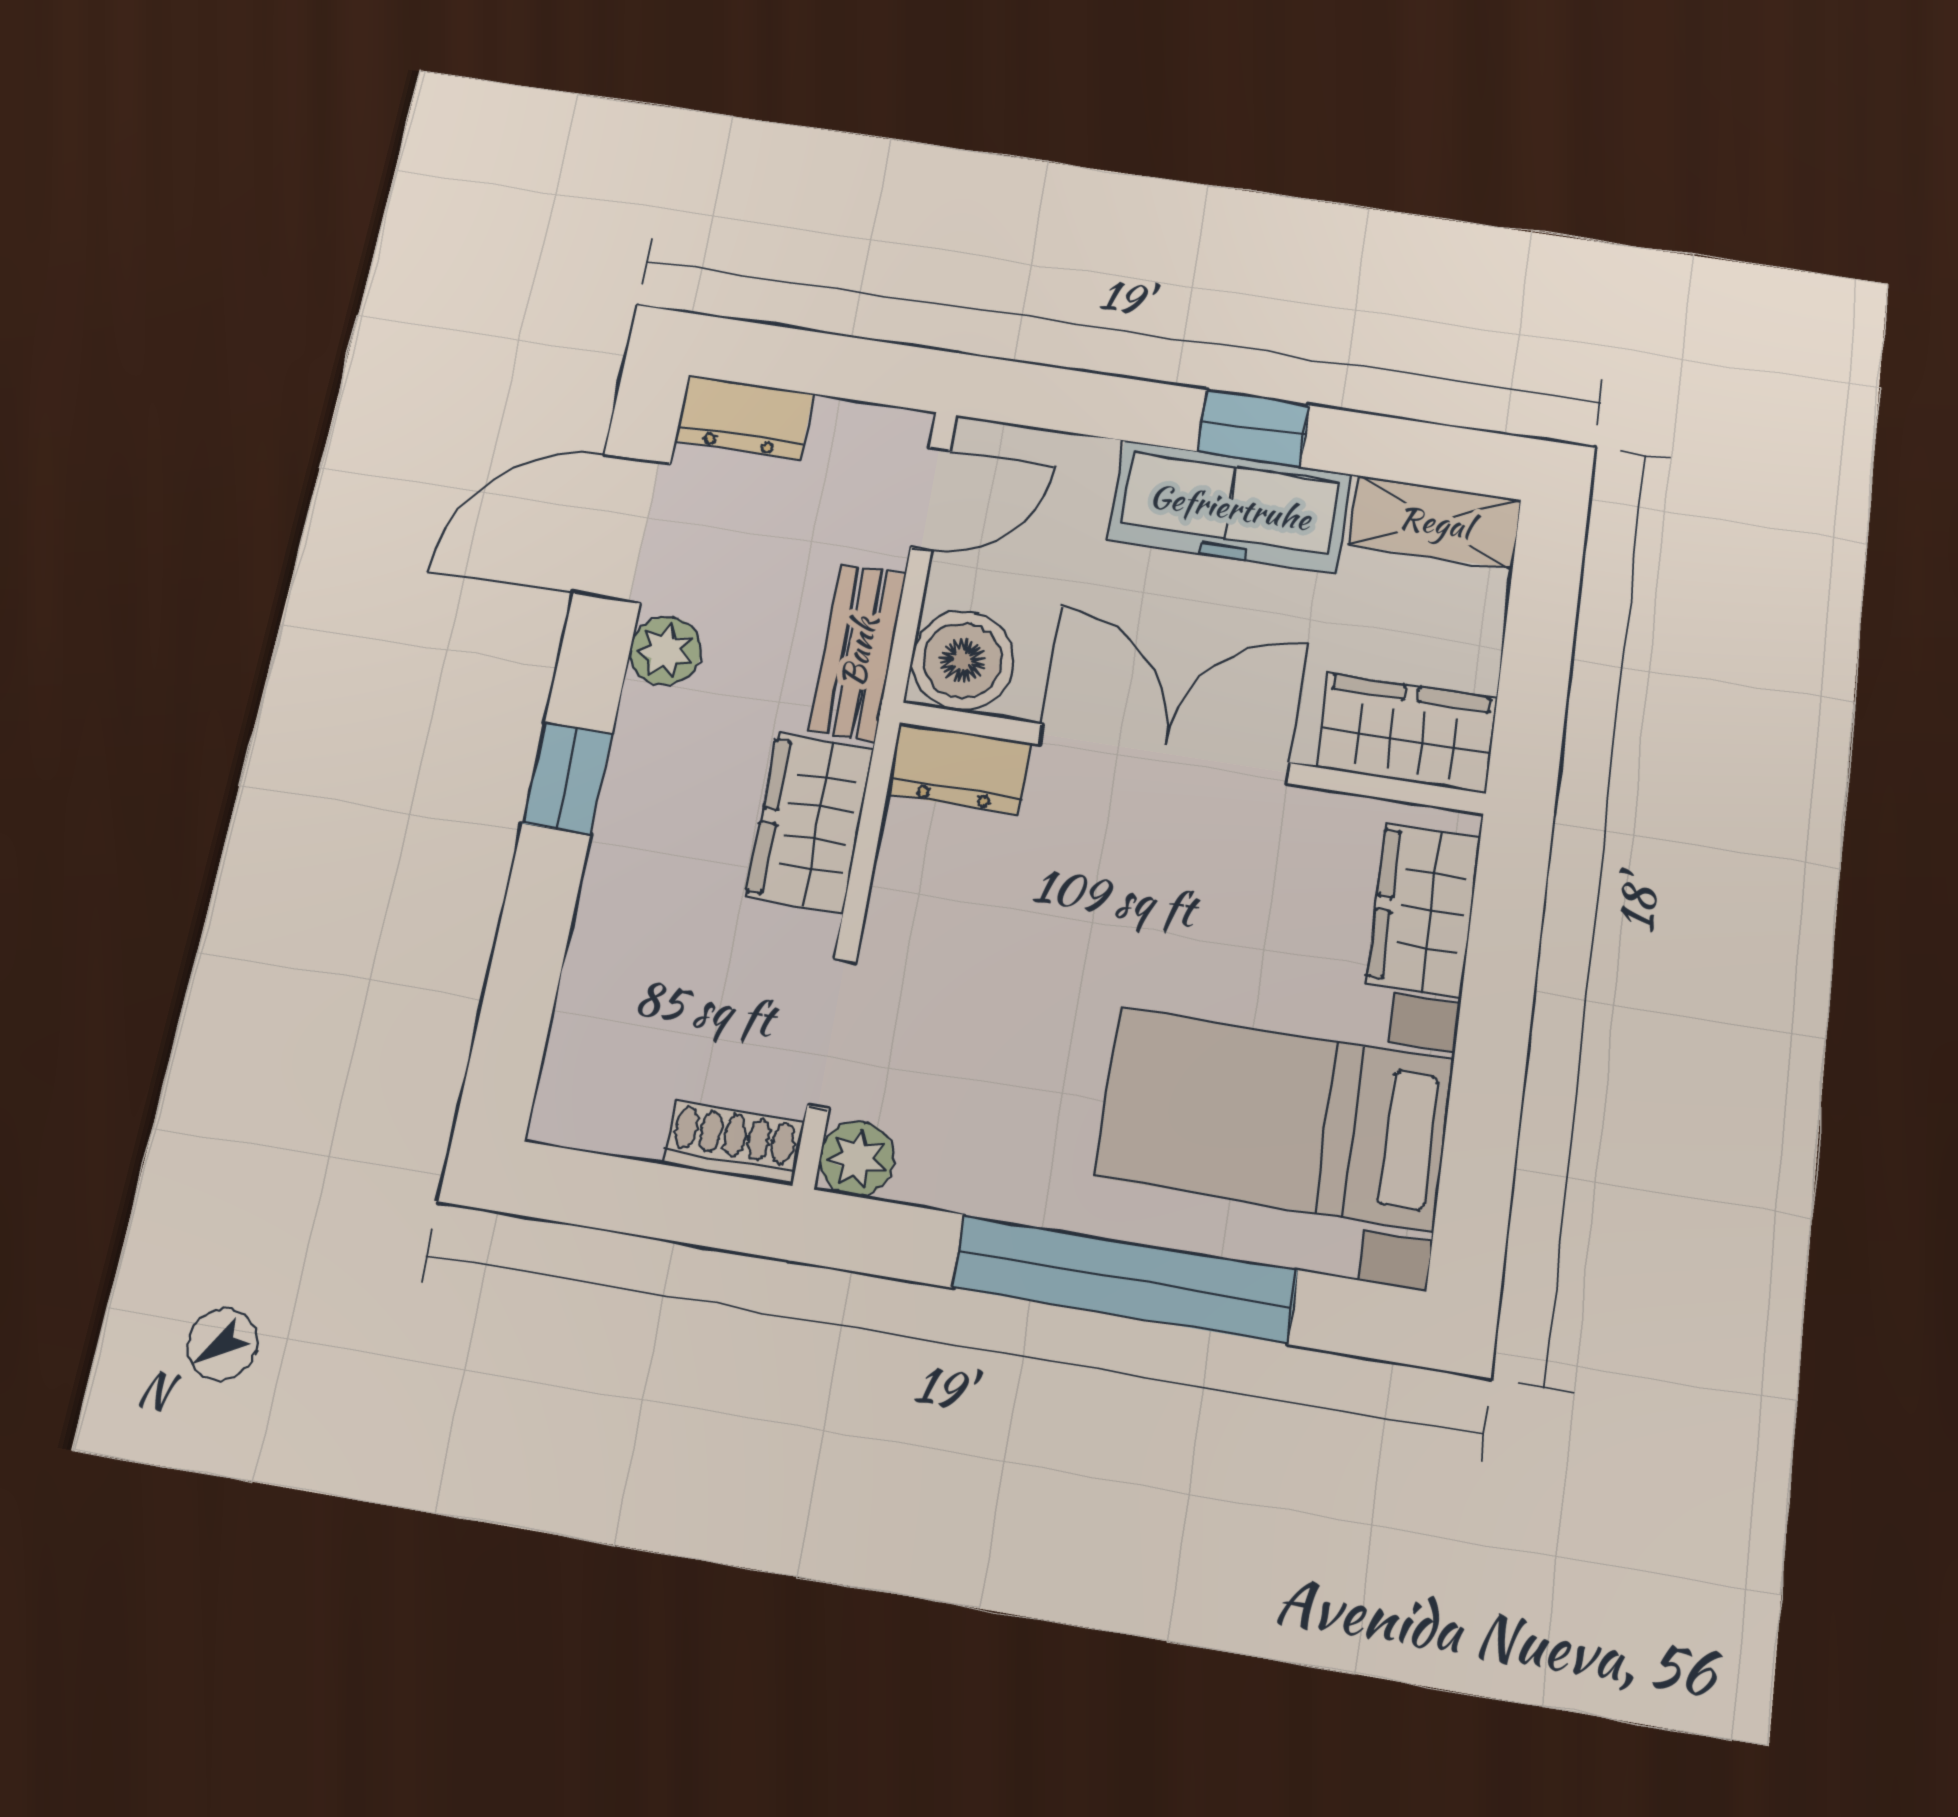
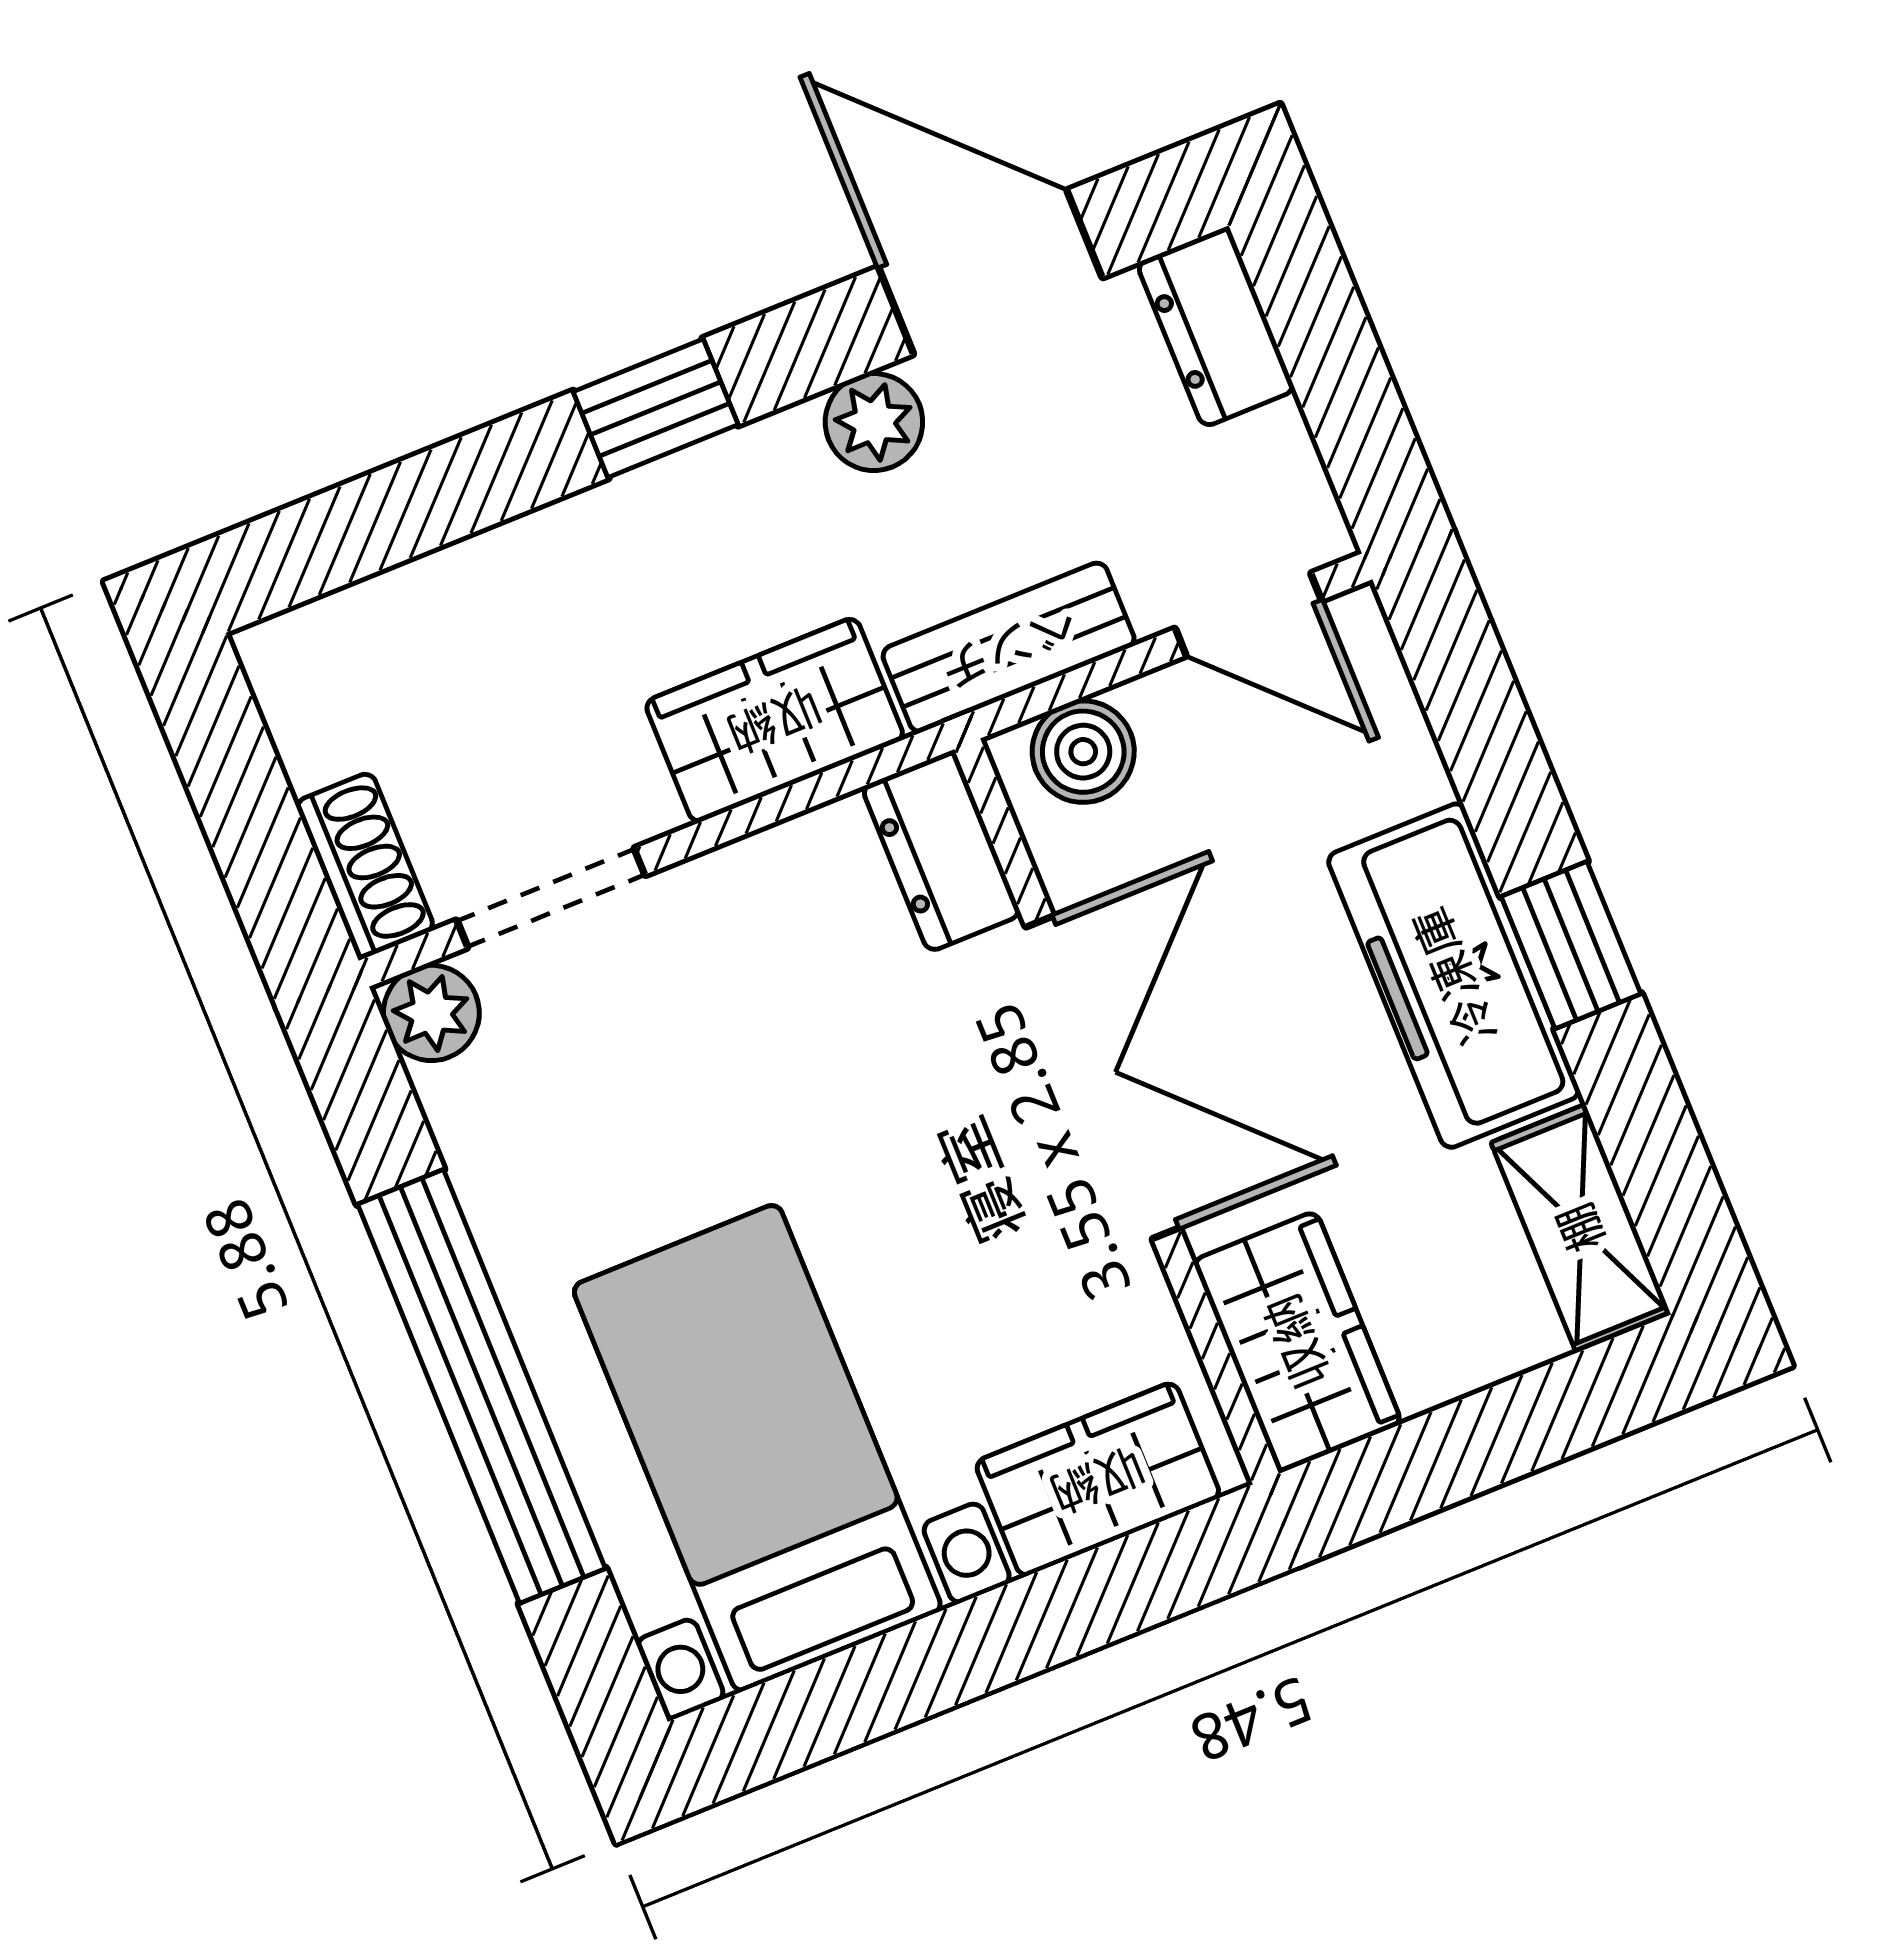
boiler: (963, 660) -> (1083, 752), width x0.73, depth x0.73

